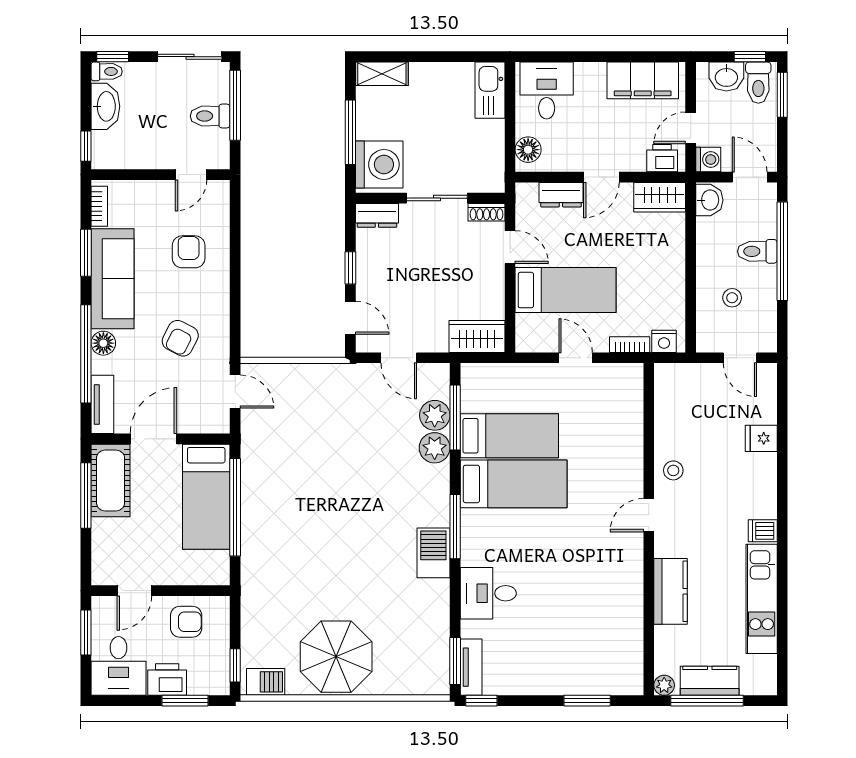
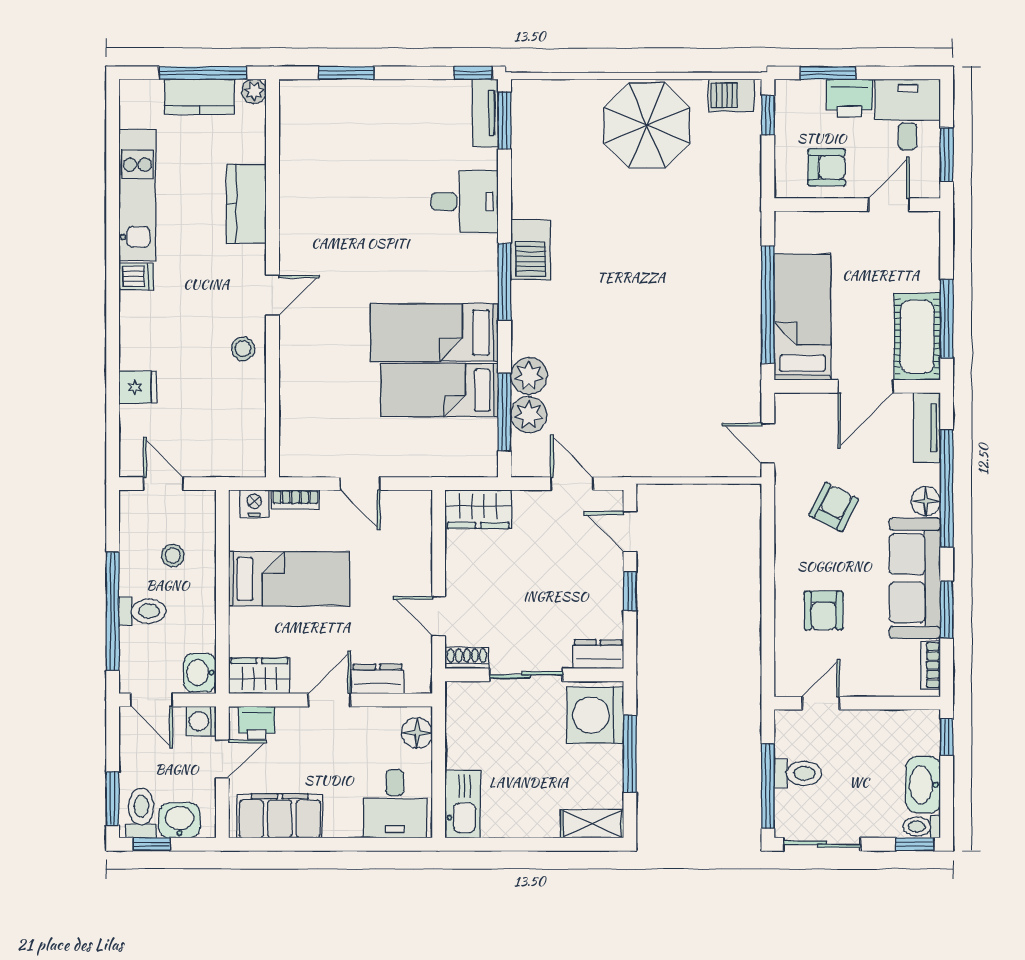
bed: (566, 290) -> (289, 579), moved, turned 180
armchair: (186, 622) -> (827, 167), turned 180

